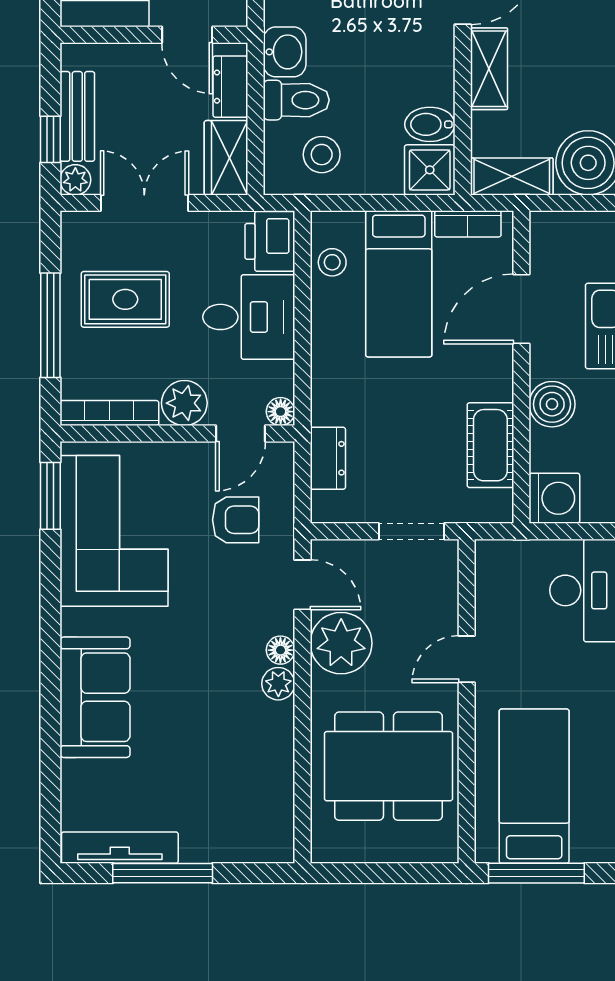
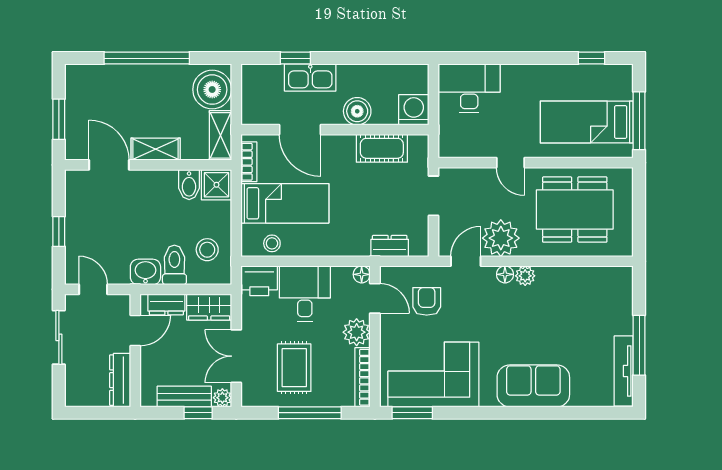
dining table: (388, 766) -> (575, 210), turned 90

